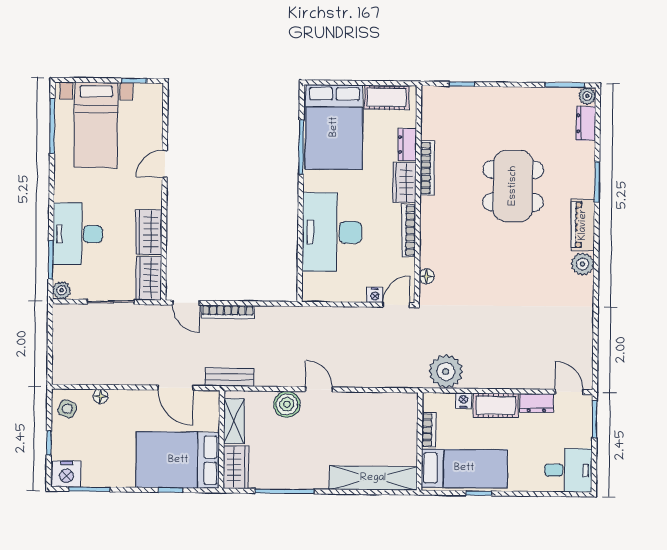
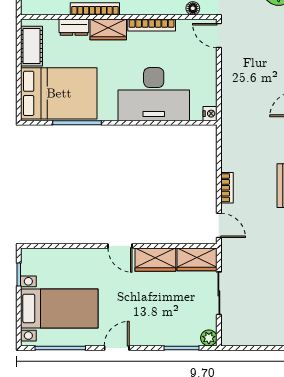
door: (165, 164) -> (120, 246), moved
door: (52, 188) -> (117, 348), added
desk: (78, 234) -> (158, 324), removed
nightstand: (375, 295) -> (210, 114), moved
door: (186, 303) -> (219, 225), hinge flipped
bookcase: (228, 312) -> (227, 188), width x0.64

